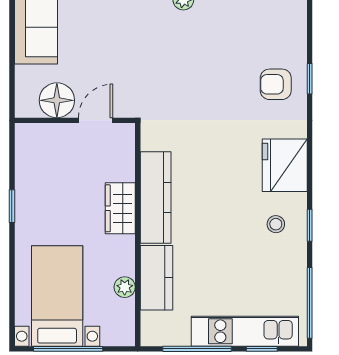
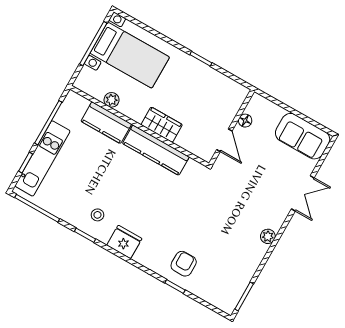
floor lamp: (57, 100) -> (245, 121), width x0.53, depth x0.53
fridge: (285, 165) -> (124, 242), width x0.73, depth x0.75

